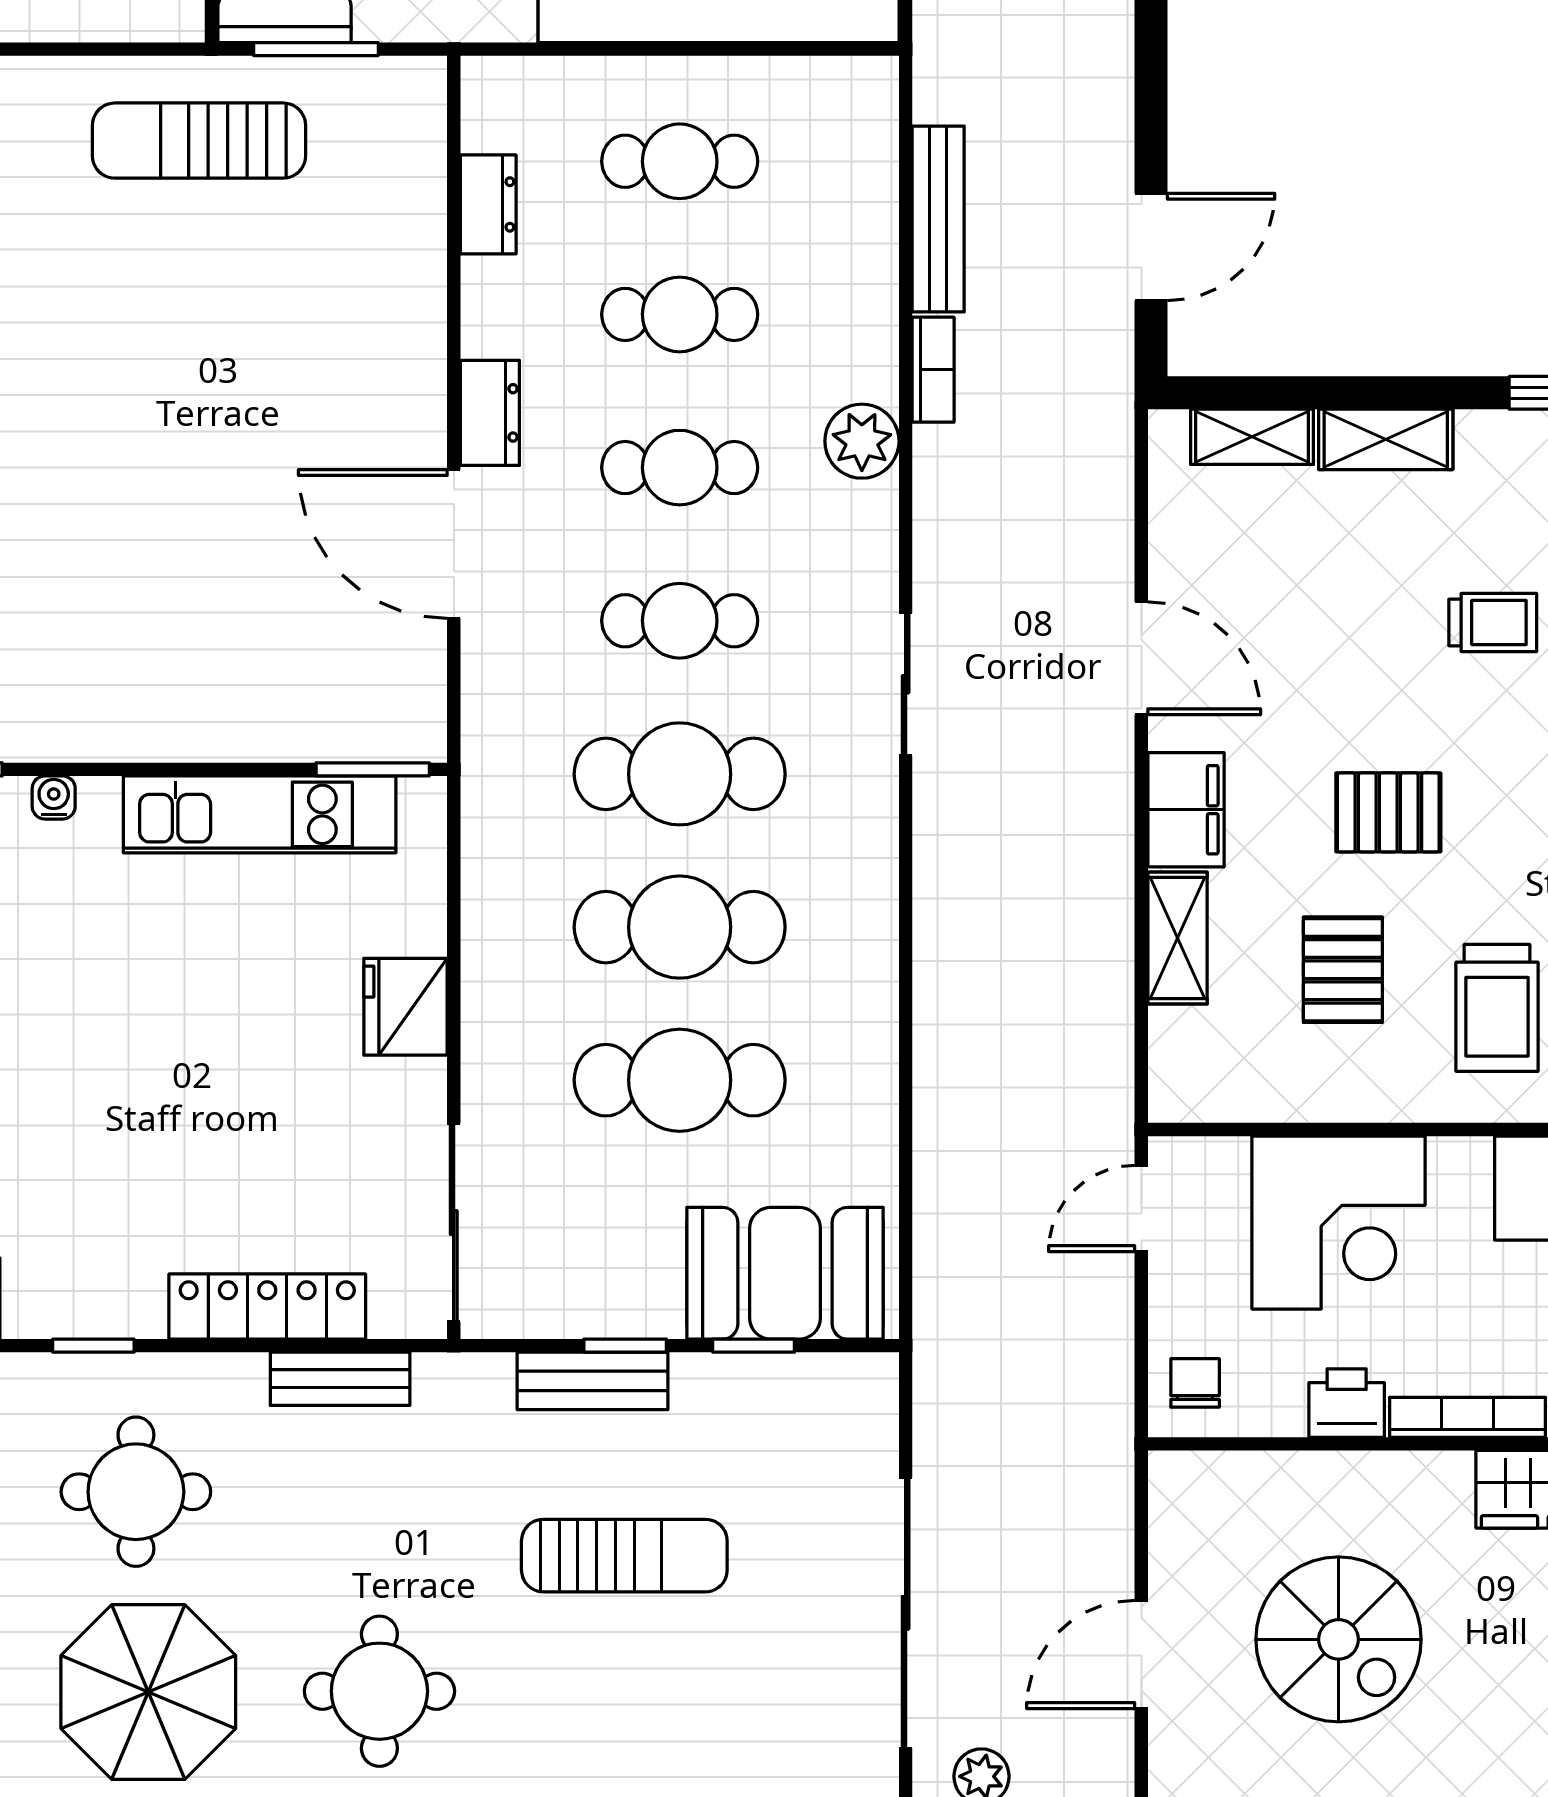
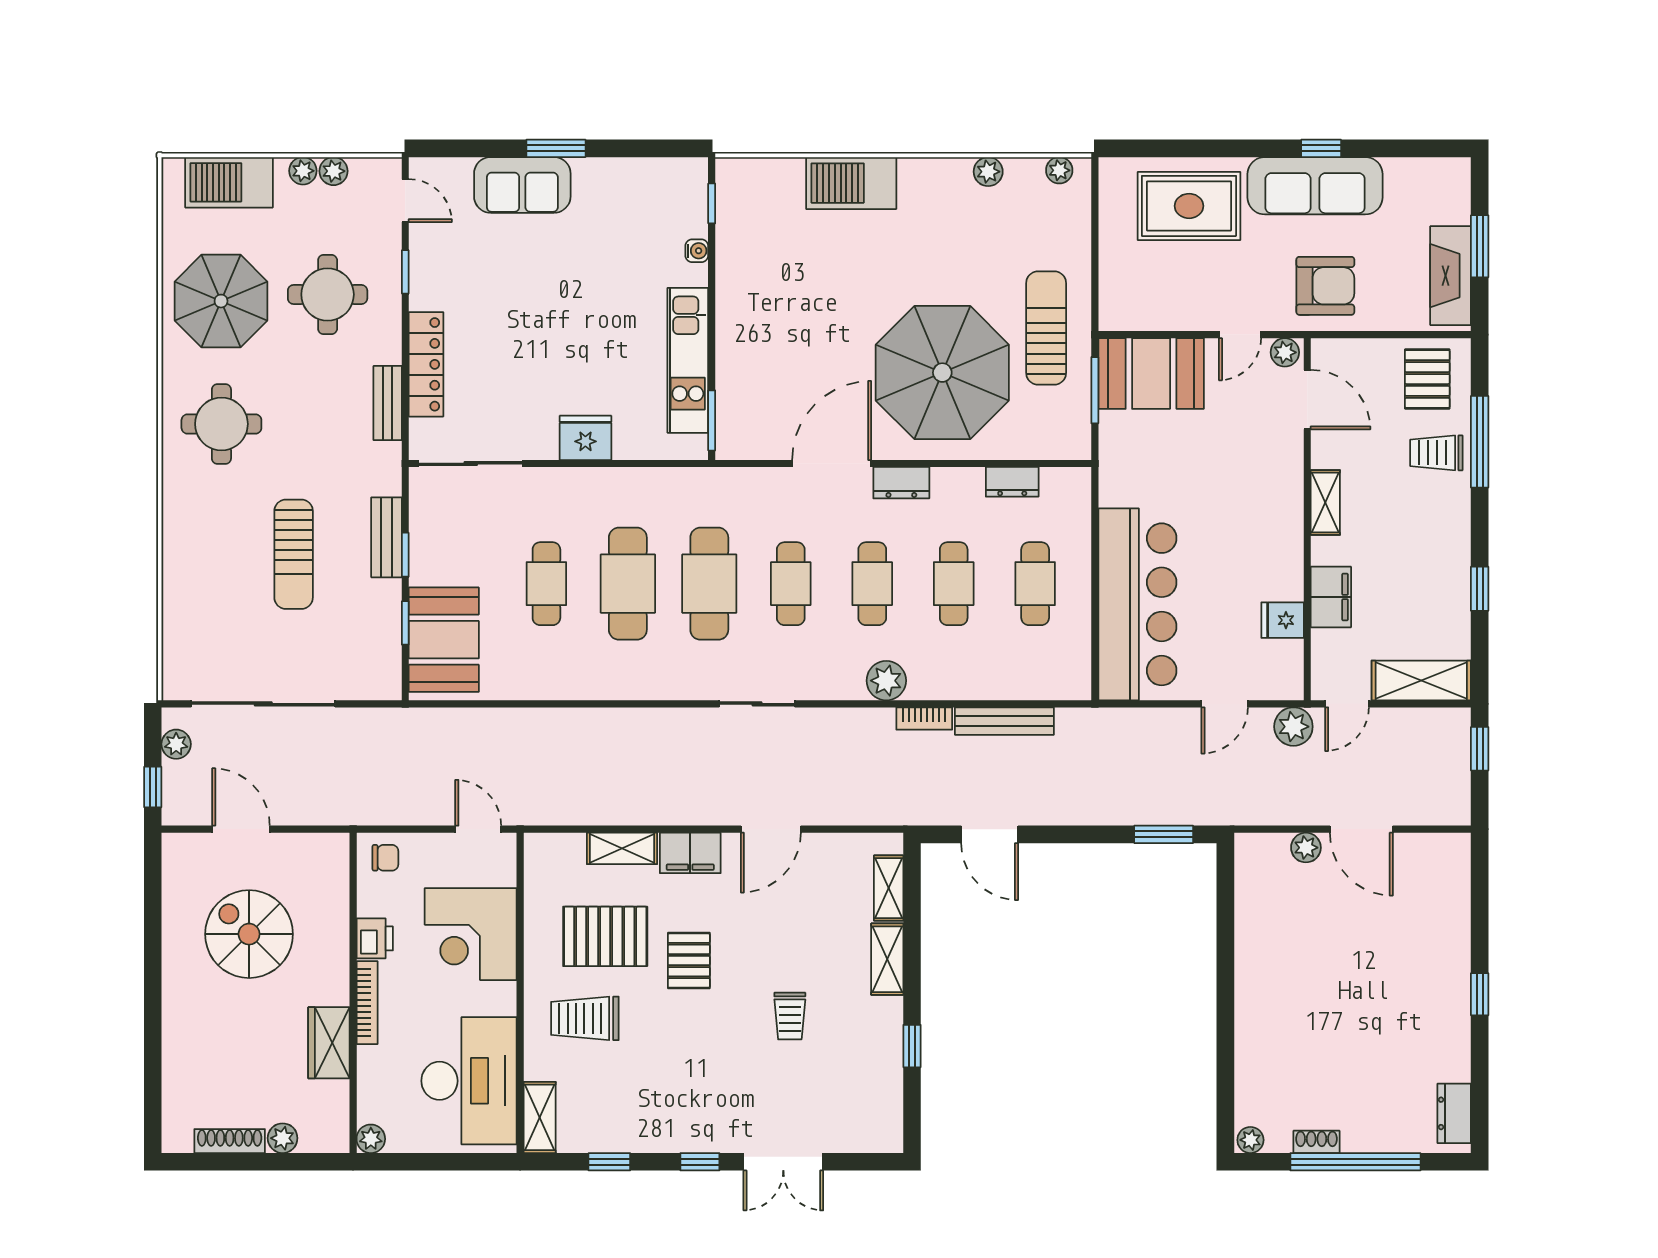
parasol: (283, 336) -> (942, 373), added
pallet: (1343, 970) -> (605, 936), width x1.50, depth x1.42
cafe table: (680, 1080) -> (546, 584), width x0.73, depth x0.74
spiral stairs: (1339, 1639) -> (249, 934), turned 90

